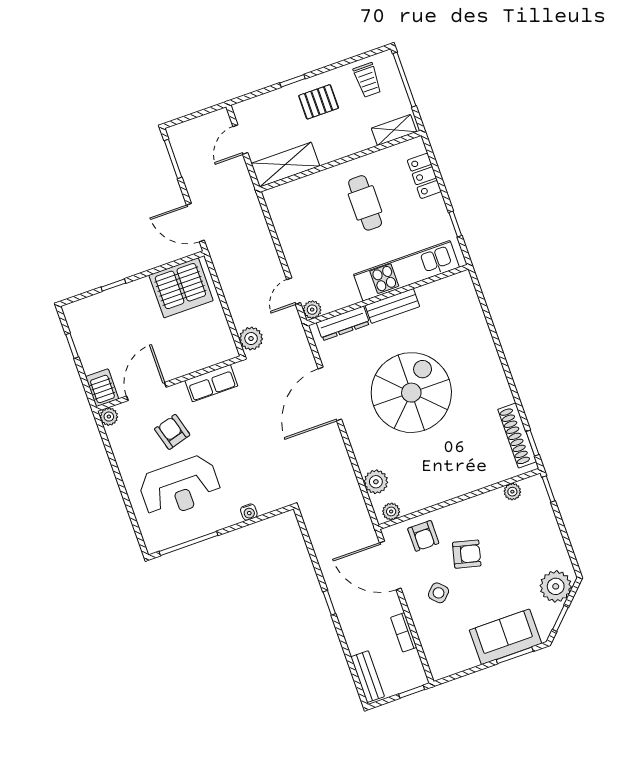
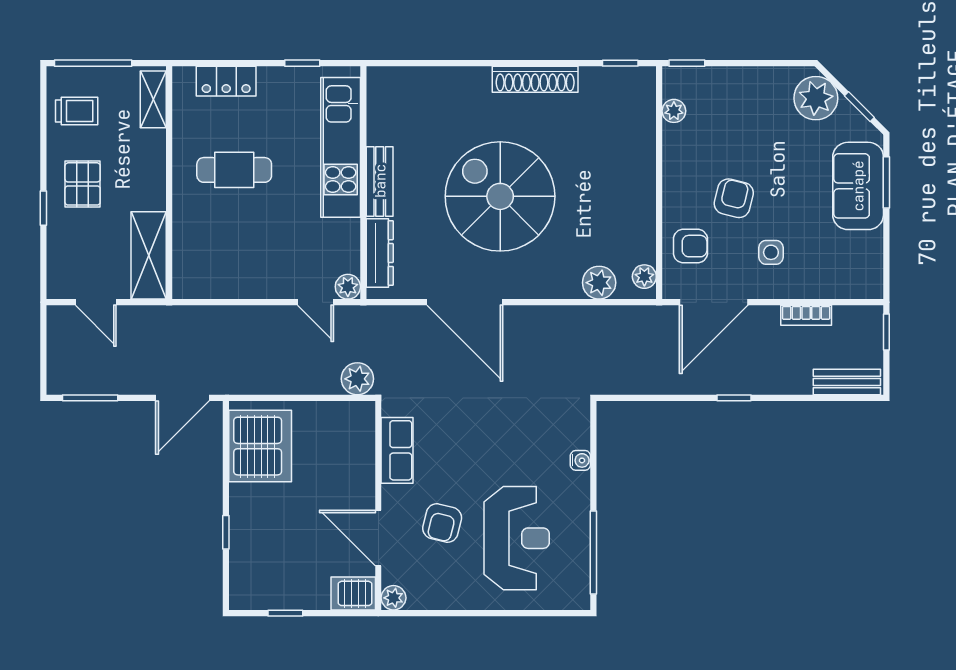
armchair: (172, 432) -> (442, 523), turned -60
shoe rack: (517, 435) -> (535, 79), moved
side table: (439, 593) -> (771, 252), turned 45

